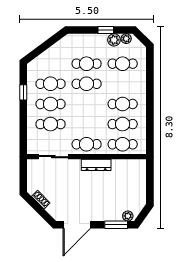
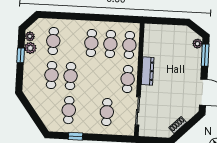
cafe table: (51, 104) -> (88, 111), removed

